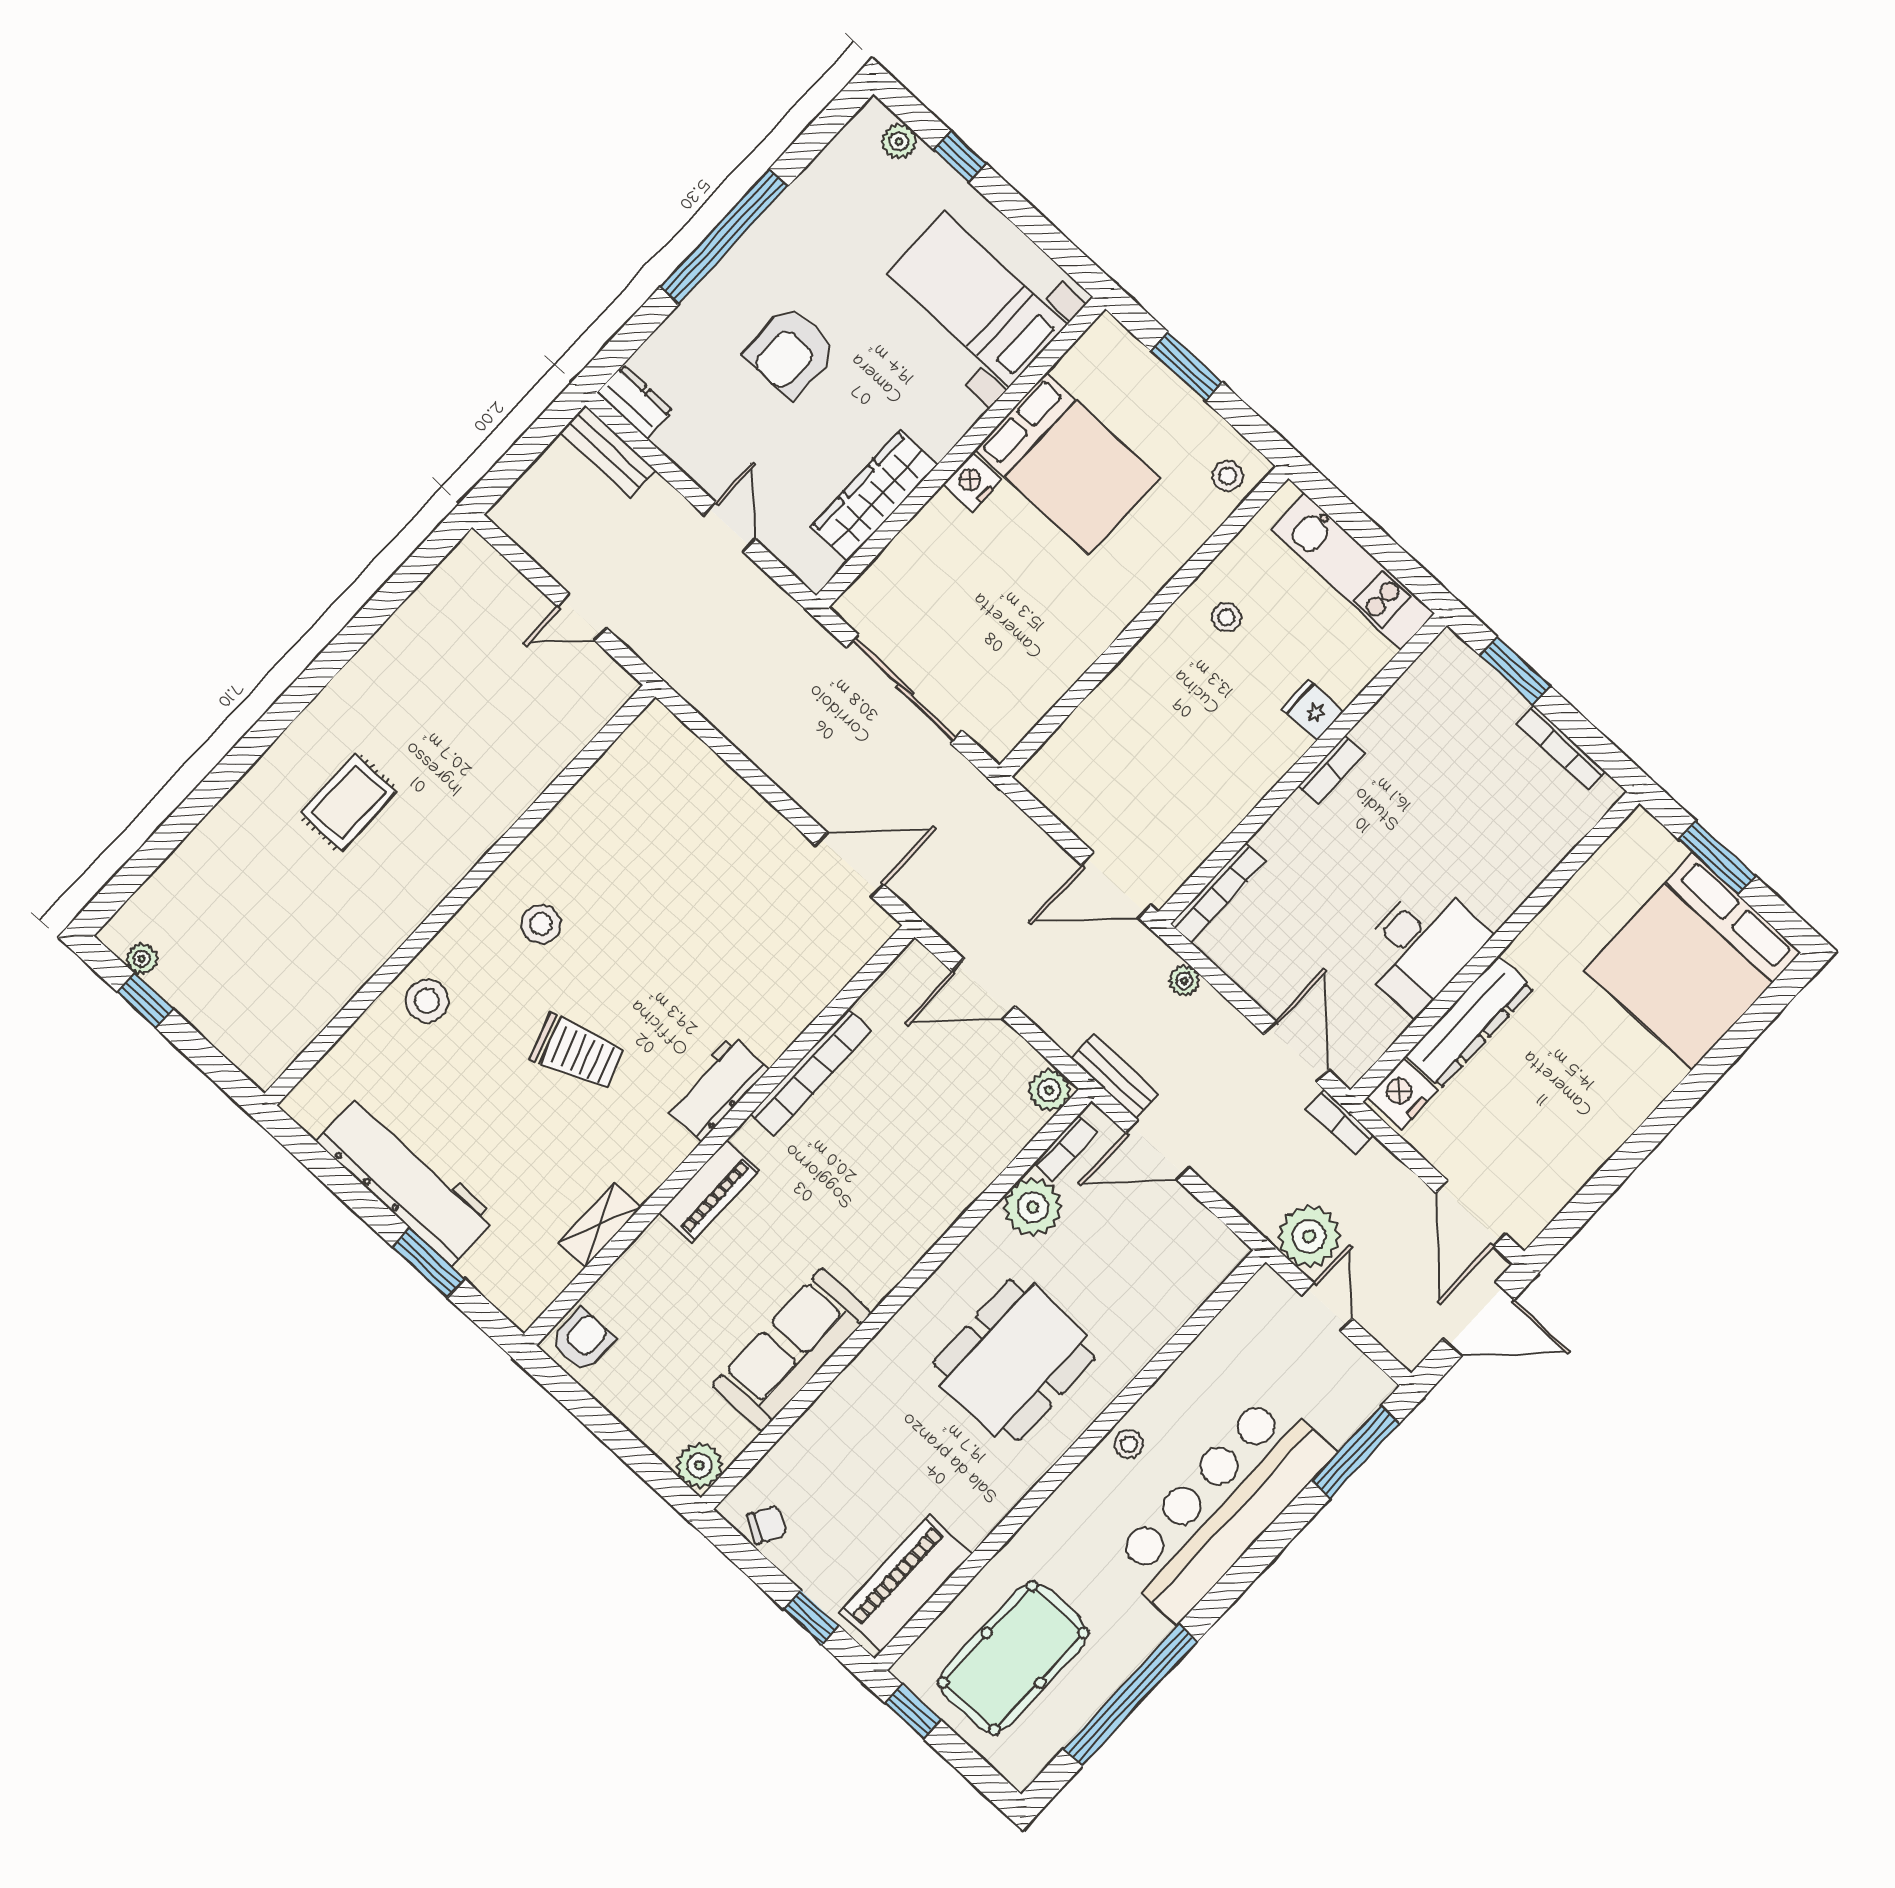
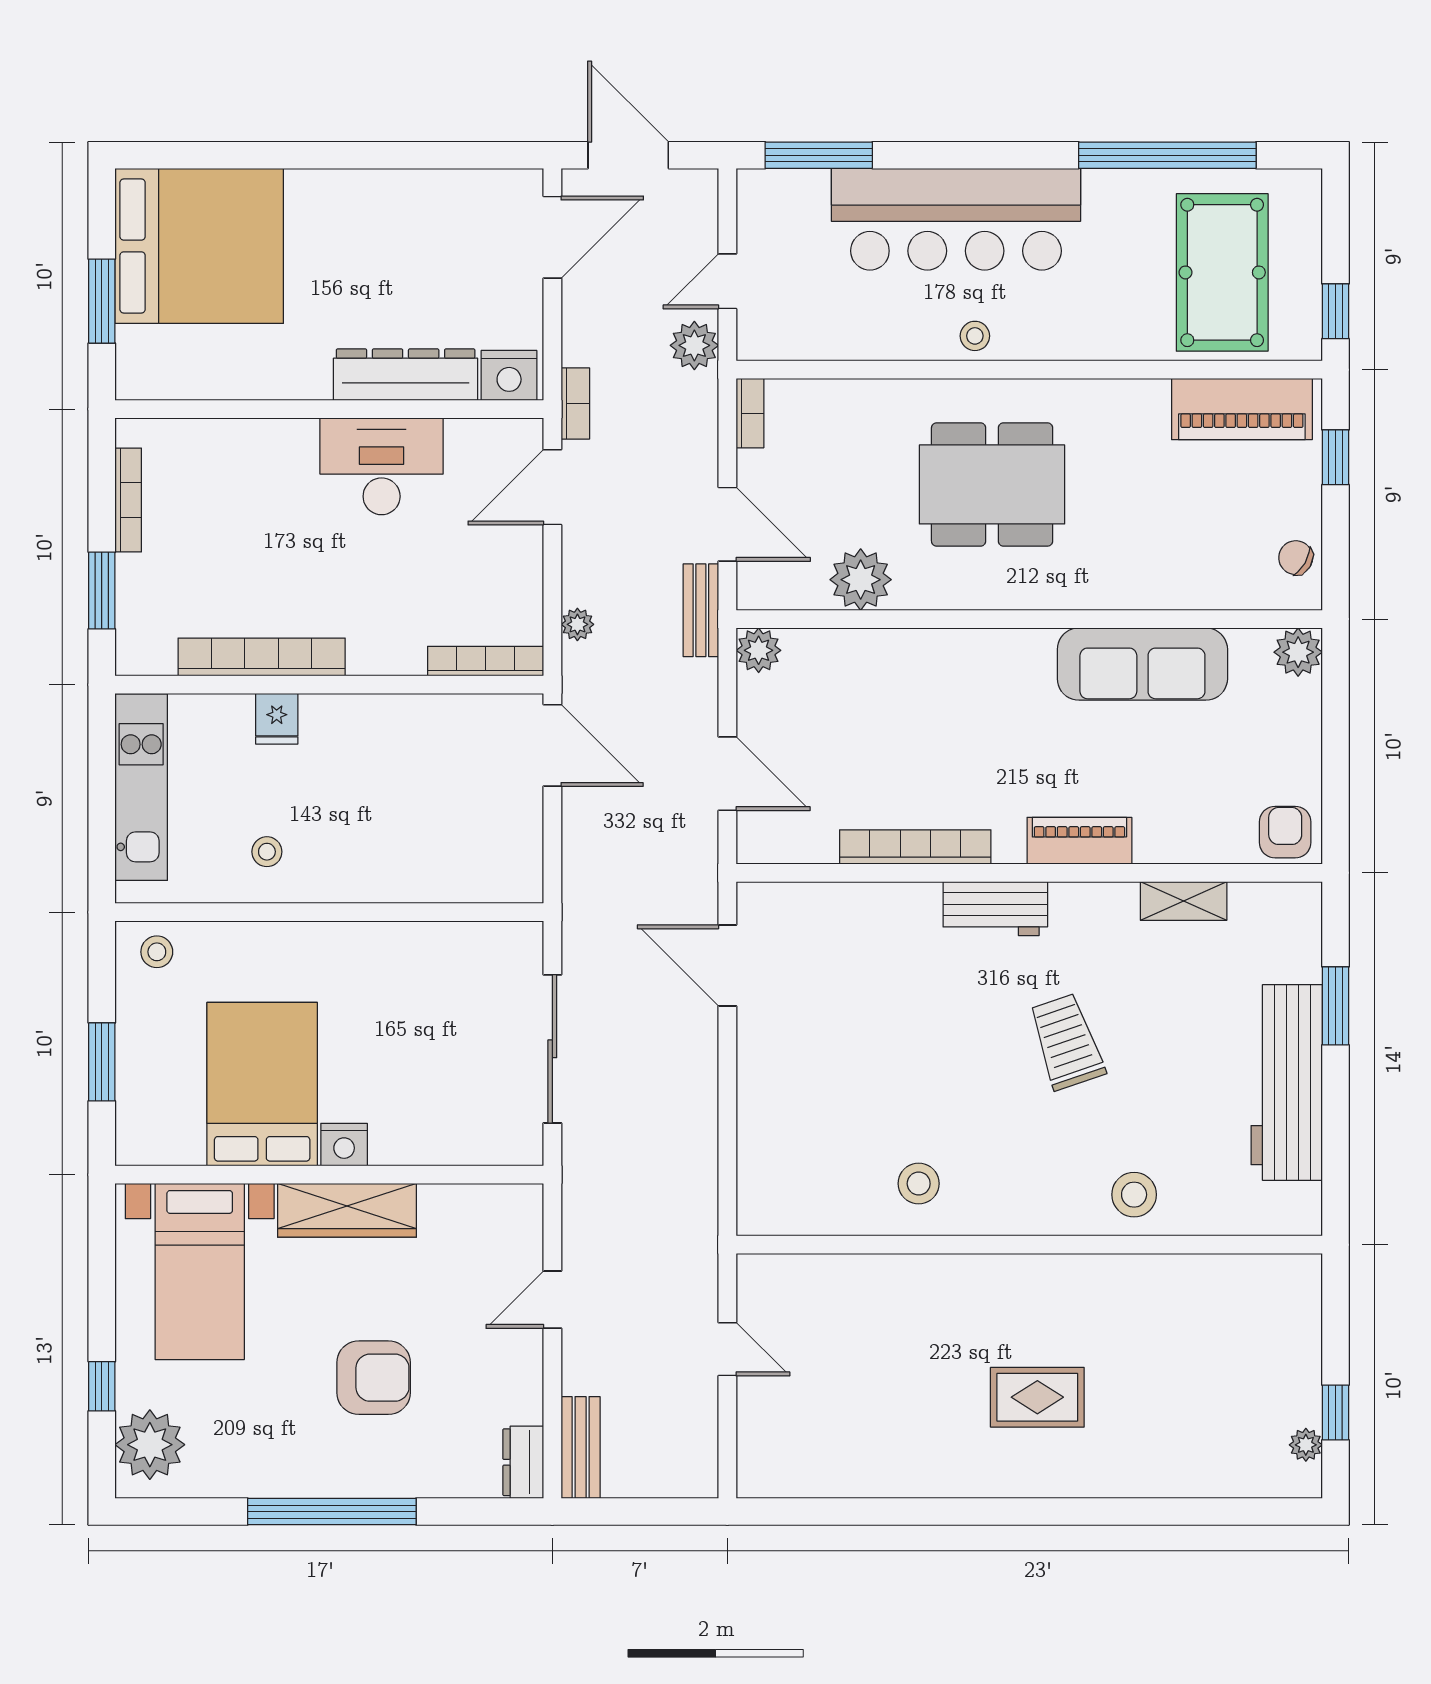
plant: (899, 141) -> (150, 1445), width x1.88, depth x1.88
wardrobe: (874, 496) -> (347, 1210), moved
bookcase: (1332, 770) -> (262, 657), width x2.31, depth x1.31
stool: (541, 924) -> (919, 1184), moved
bookcase: (1065, 1148) -> (750, 413), moved, turned 90
plant: (1309, 1236) -> (694, 345), width x0.73, depth x0.73
armchair: (582, 1340) -> (1285, 832), turned 90
pool table: (1013, 1658) -> (1222, 272), turned 90

